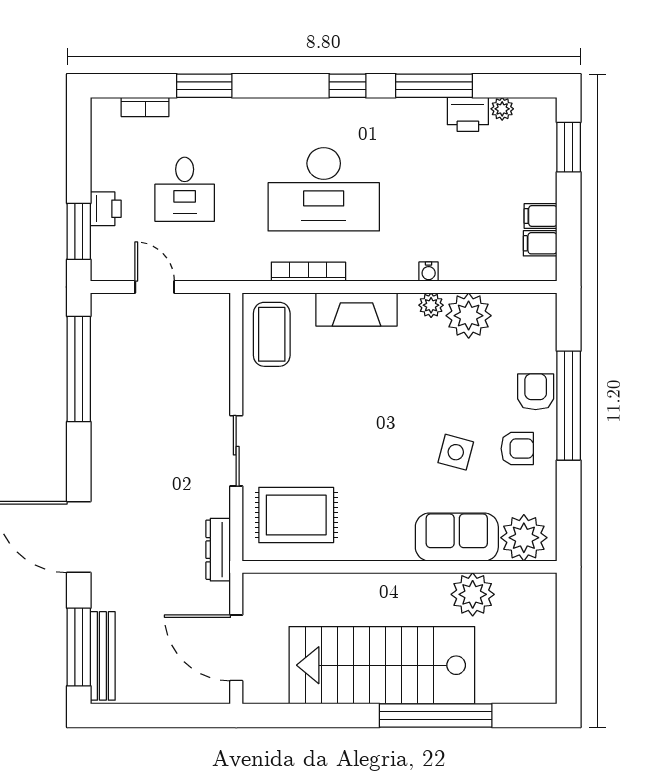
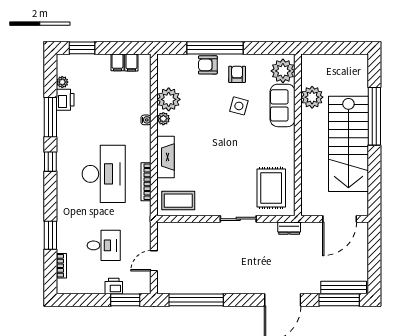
dresser: (218, 550) -> (289, 228), width x0.70

